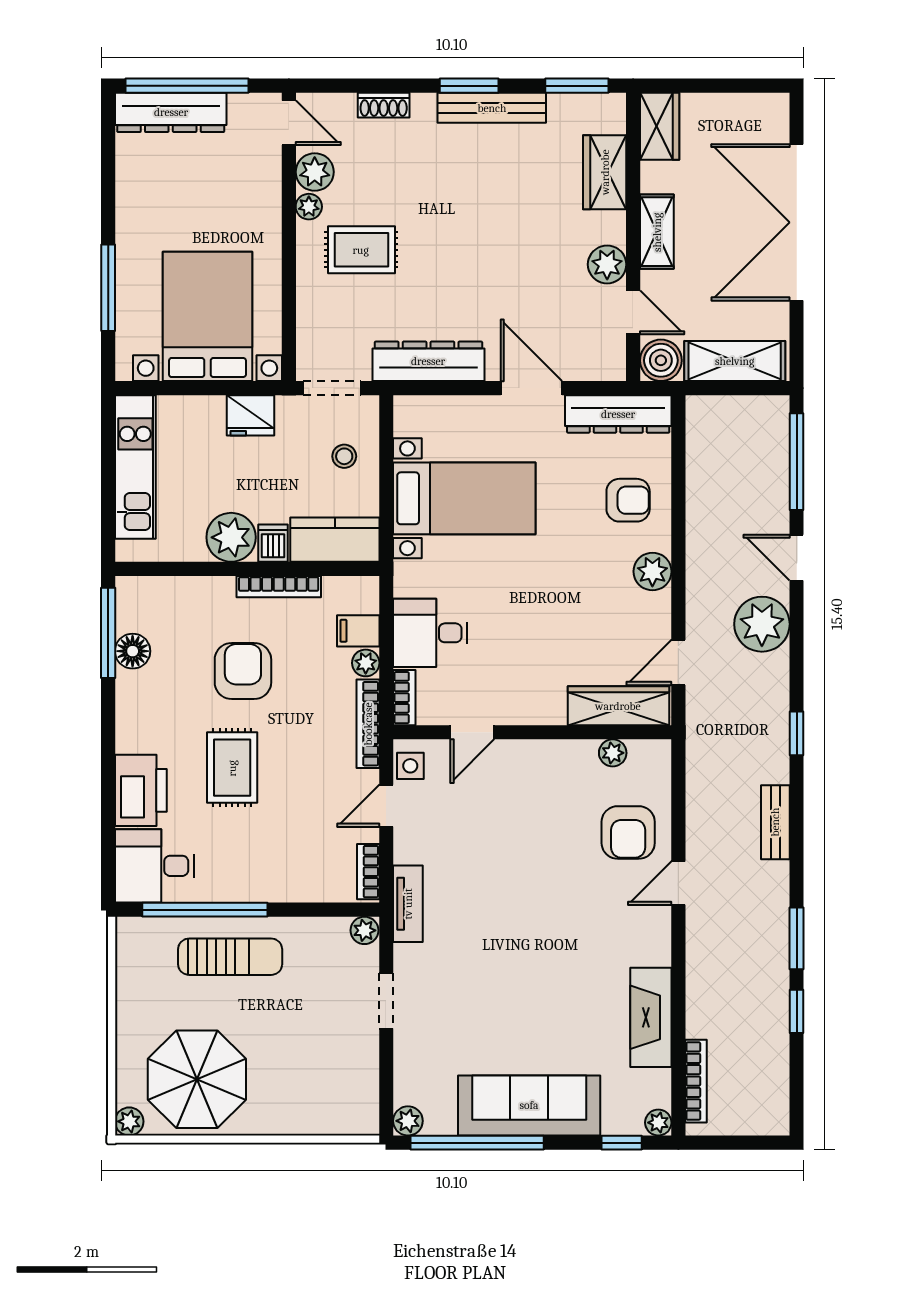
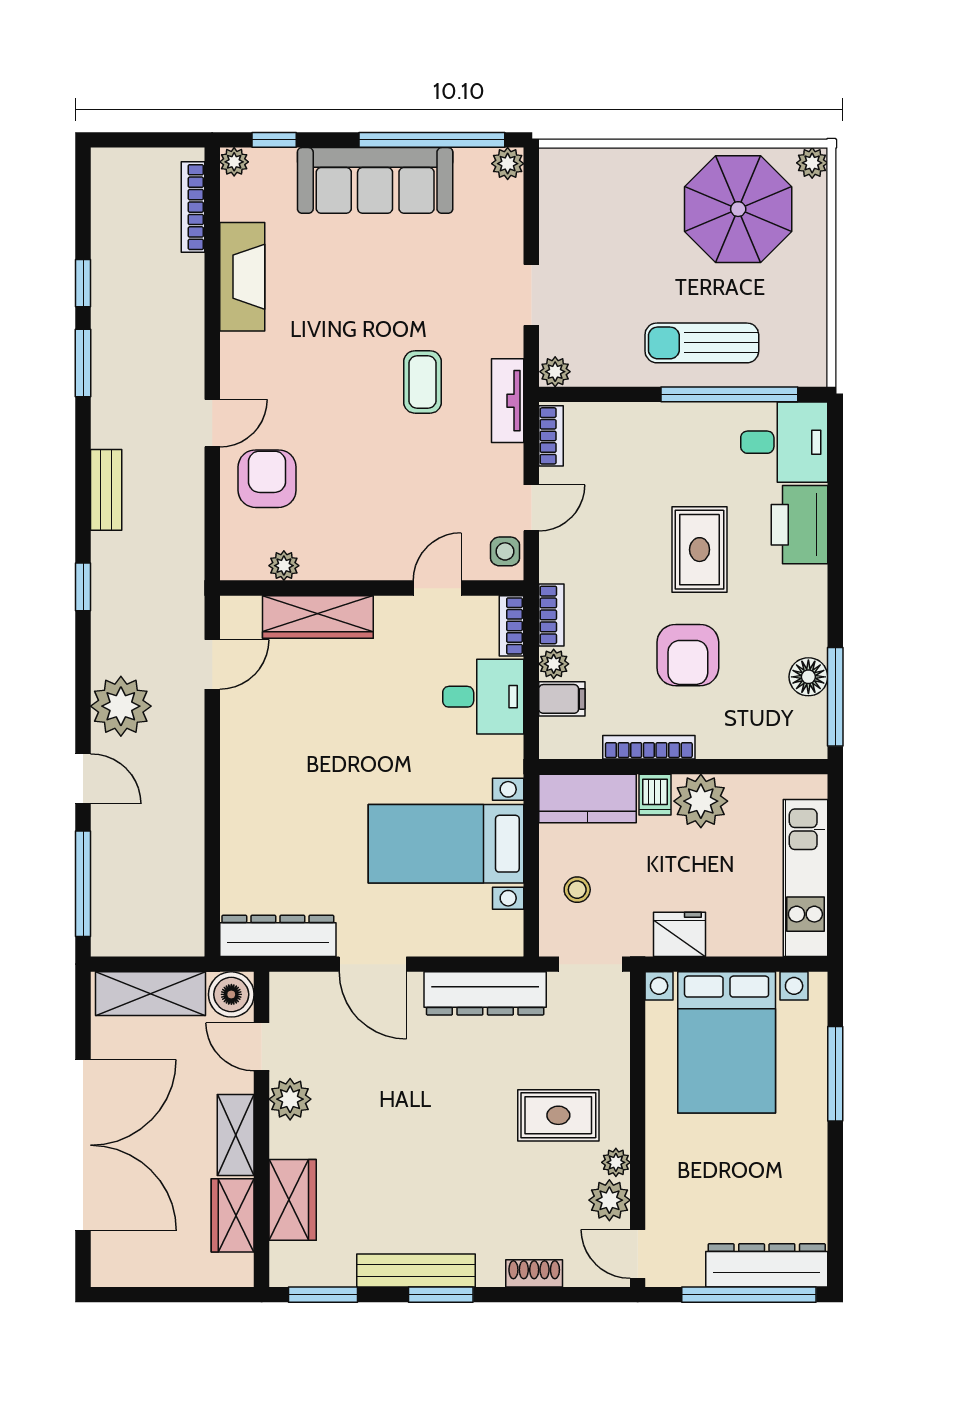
wardrobe: (660, 126) -> (233, 1215), moved
armchair: (628, 500) -> (267, 842), removed
plant: (652, 571) -> (240, 764), removed
wardrobe: (618, 706) -> (318, 617), moved
bookcase: (368, 724) -> (551, 615), width x0.64
coffee table: (486, 921) -> (422, 382), added

